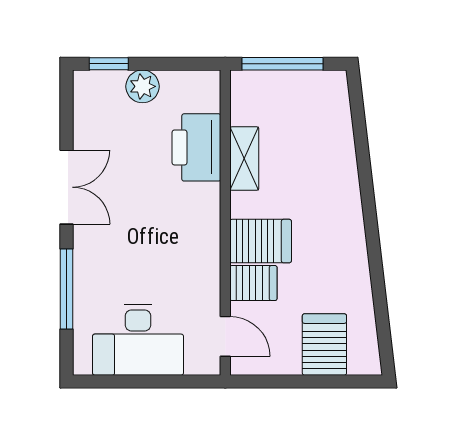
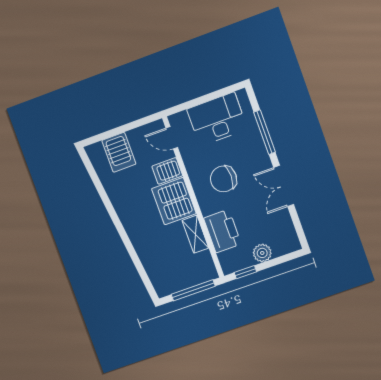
window: (109, 64) -> (245, 272), moved
chair: (163, 235) -> (224, 179), added
server rack: (261, 241) -> (174, 201), width x1.60

